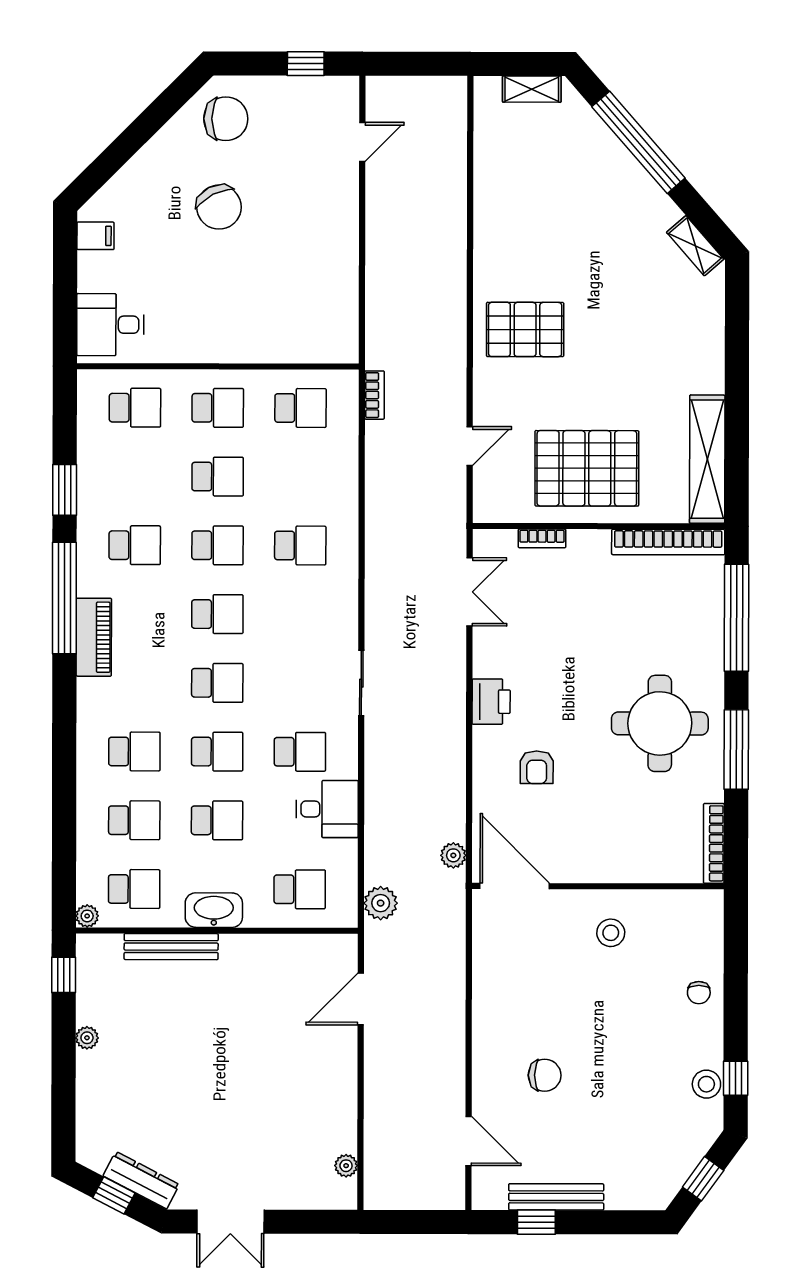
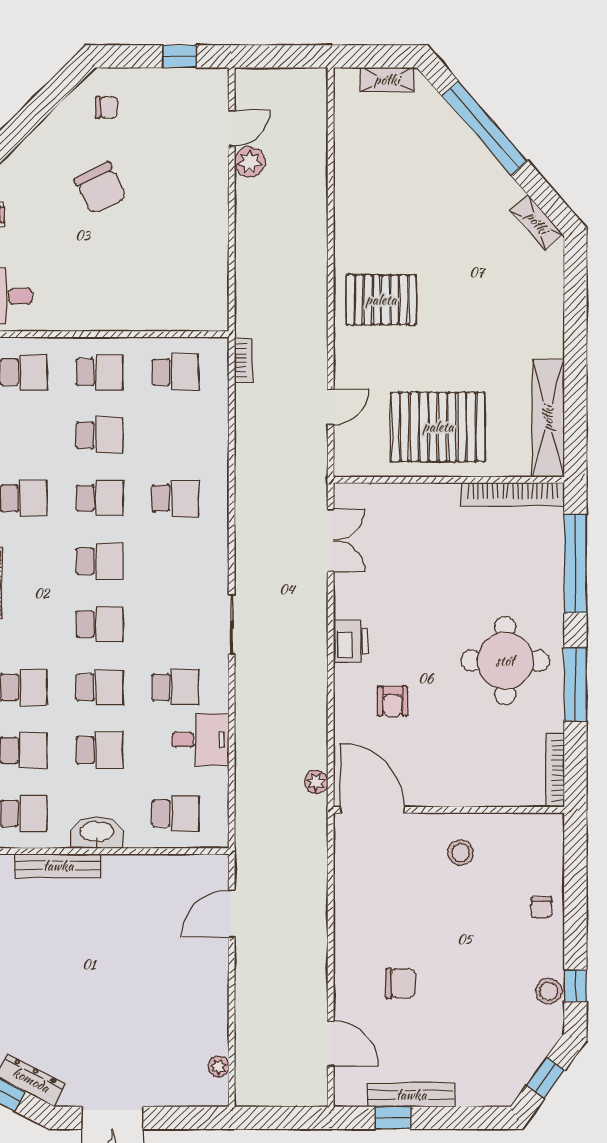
chair: (226, 119) -> (107, 107), width x0.54, depth x0.54
bookcase: (542, 538) -> (397, 491), removed
plant: (381, 903) -> (250, 162), moved

